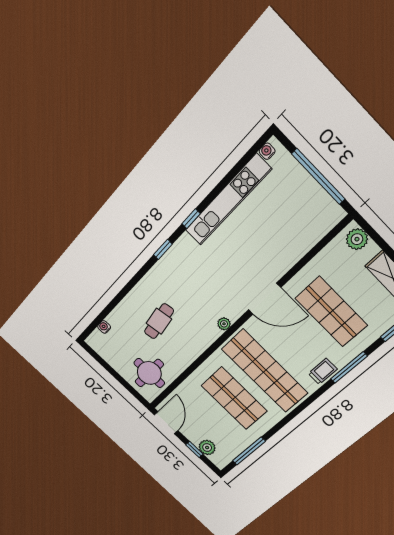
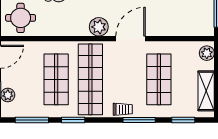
door: (265, 299) -> (130, 39), swing flipped
plant: (224, 324) -> (99, 27), width x1.88, depth x1.88
window: (285, 421) -> (73, 120), added

